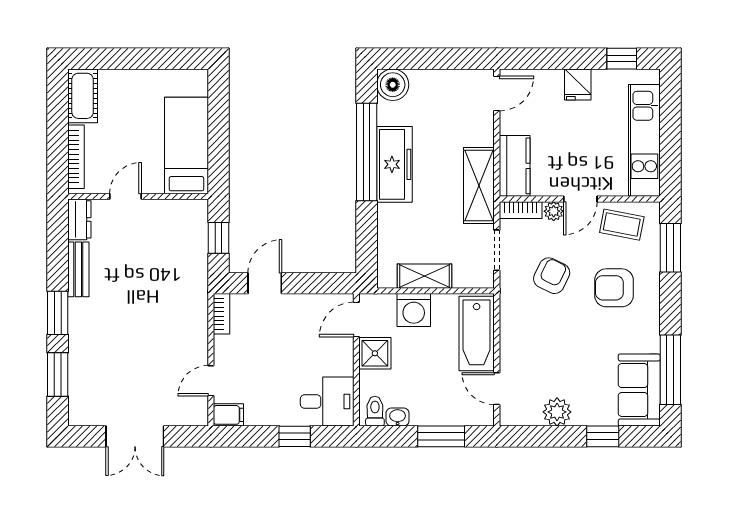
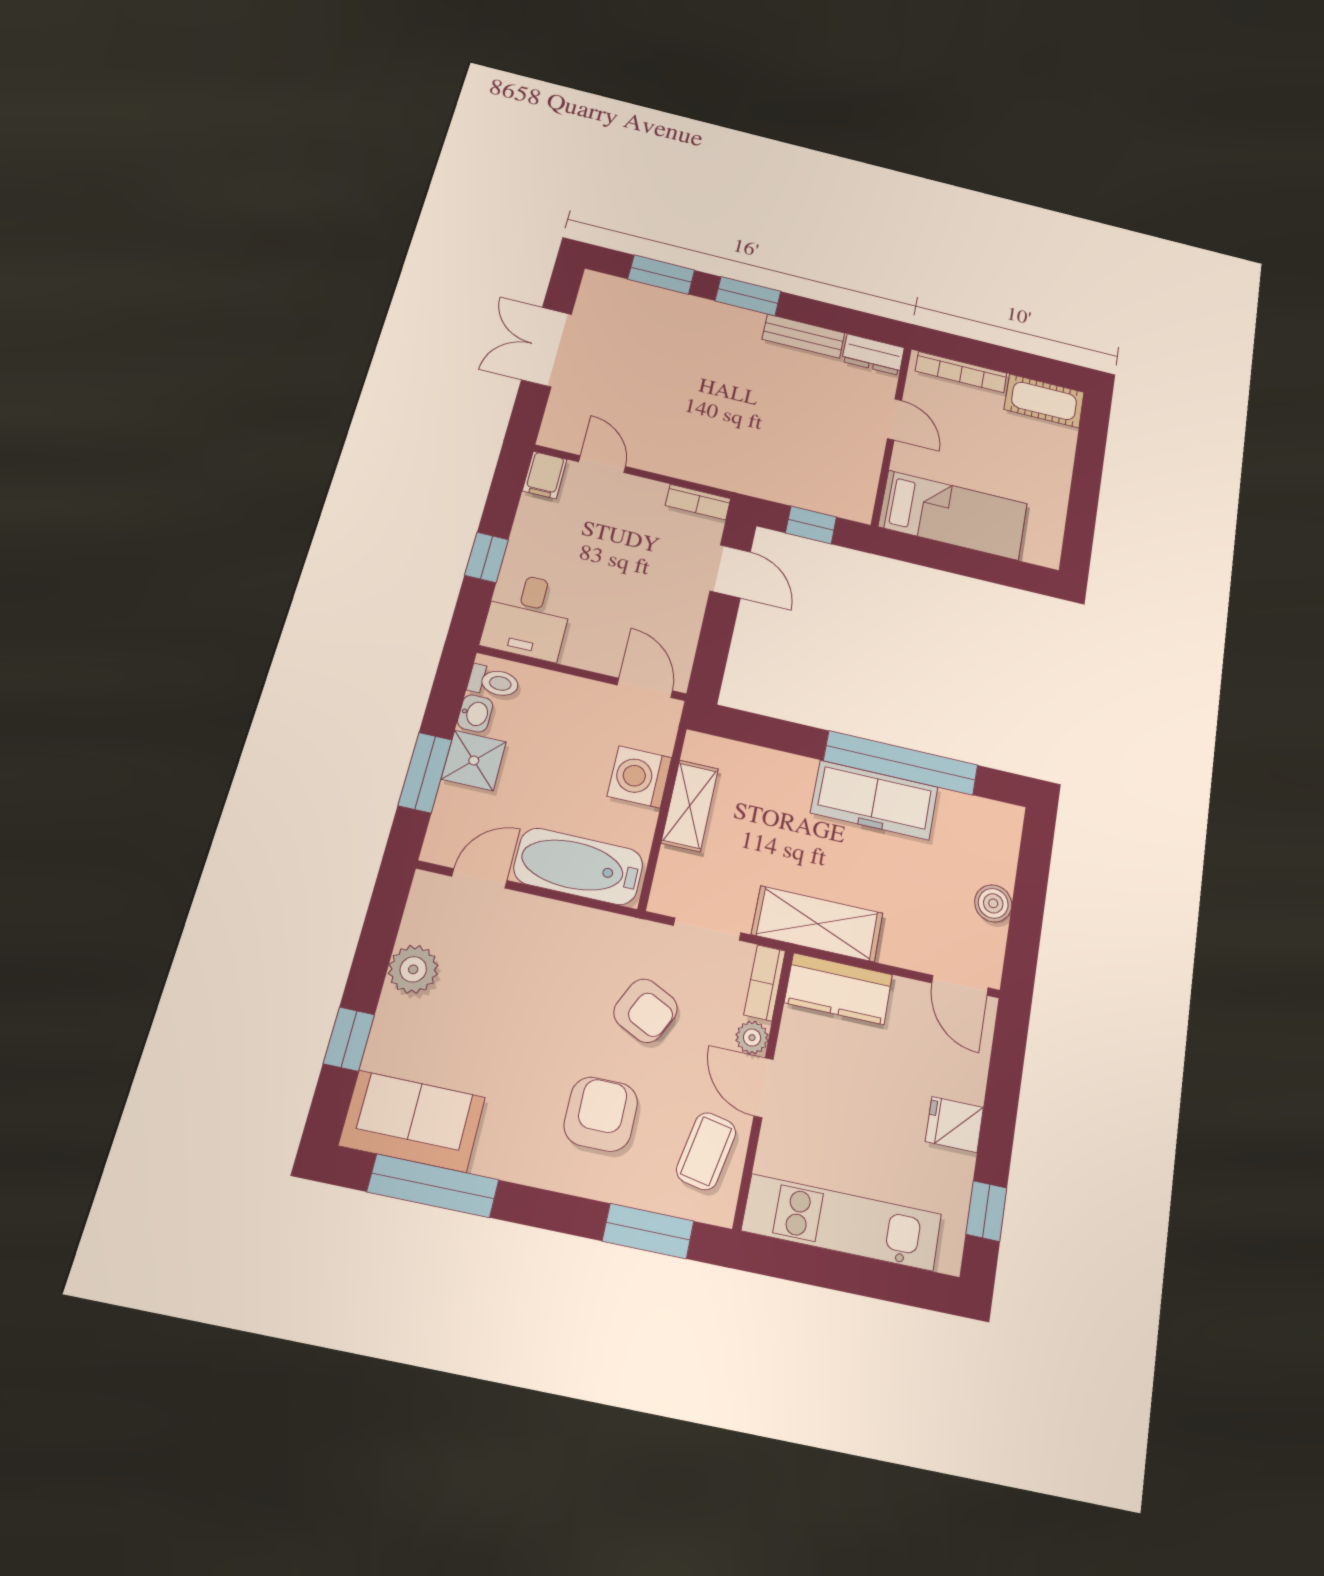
boiler: (393, 85) -> (993, 903), moved, width x0.73, depth x0.73
shower: (375, 353) -> (474, 760), moved

